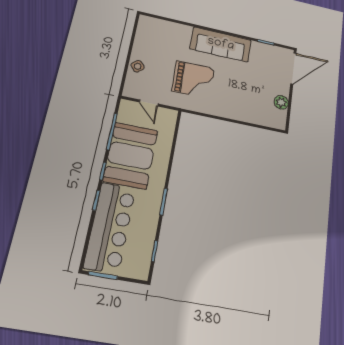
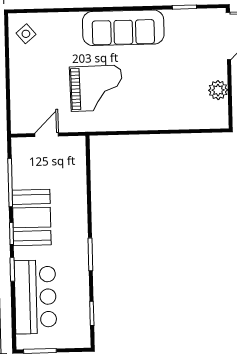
side table: (138, 66) -> (26, 34), moved
door: (149, 103) -> (47, 135), swing flipped
booth: (131, 156) -> (32, 217), width x0.73, depth x0.70
bar counter: (110, 227) -> (35, 297), width x0.73

